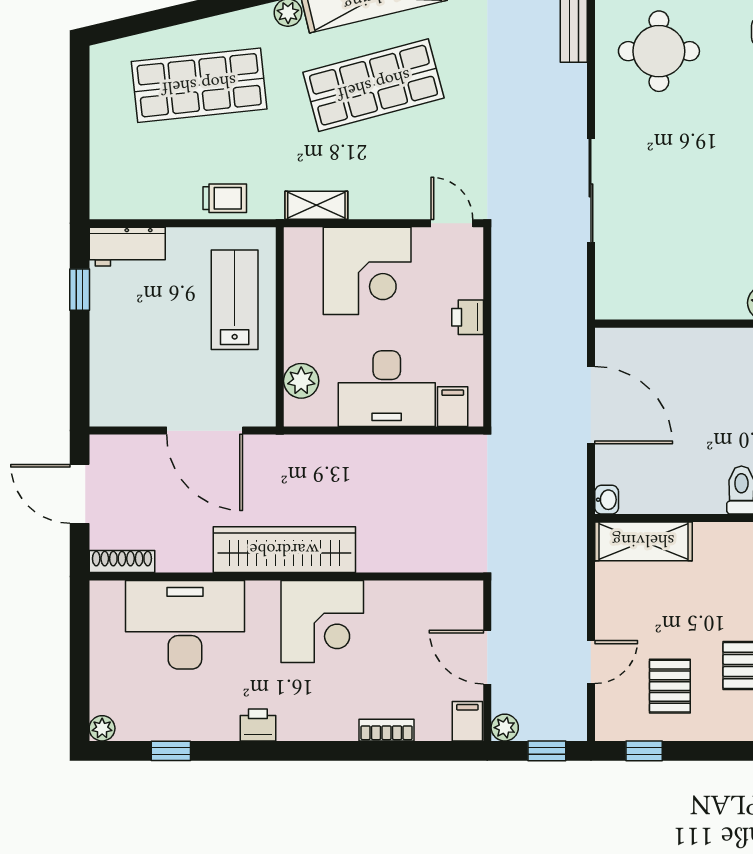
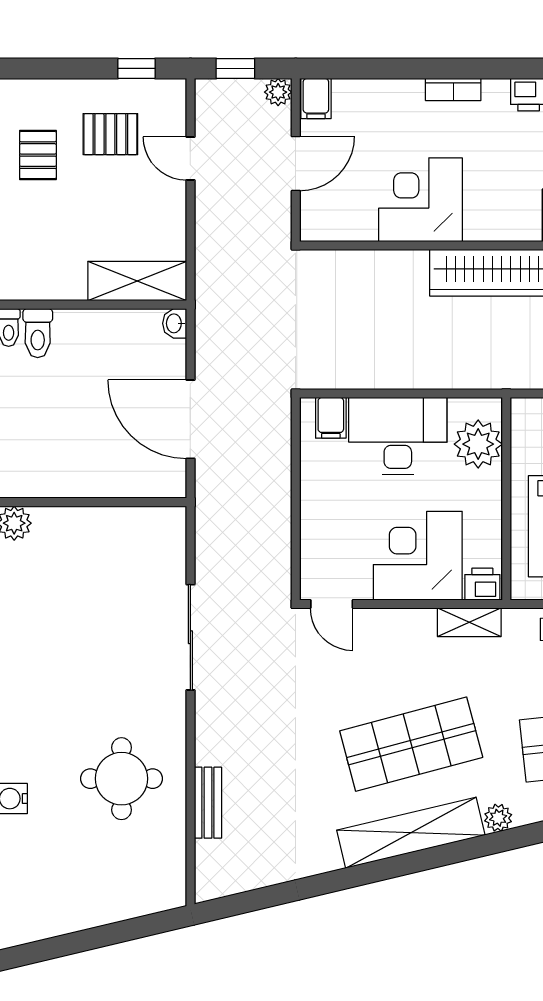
printer: (468, 317) -> (482, 584), moved, turned -90
plant: (301, 381) -> (478, 444), width x1.36, depth x1.36
corner desk: (322, 622) -> (420, 200), moved
door: (487, 657) -> (296, 164), hinge flipped
door: (591, 662) -> (190, 158), hinge flipped
pallet: (670, 686) -> (110, 134), turned 90
bookcase: (387, 730) -> (453, 89), moved

